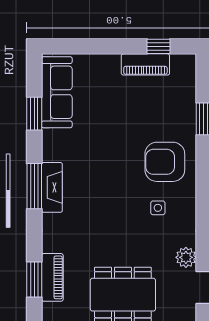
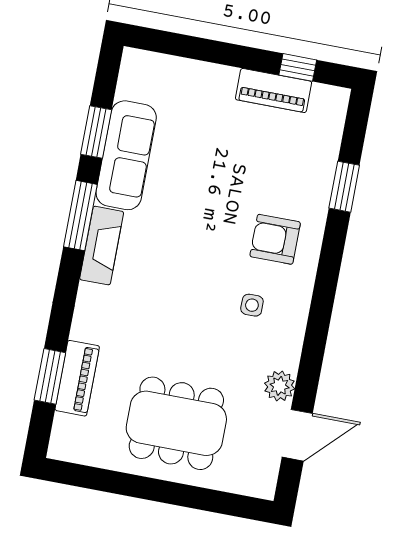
sofa: (57, 92) -> (126, 155), moved
armchair: (165, 162) -> (275, 239), width x0.73, depth x0.73
window: (34, 186) -> (80, 216), moved

